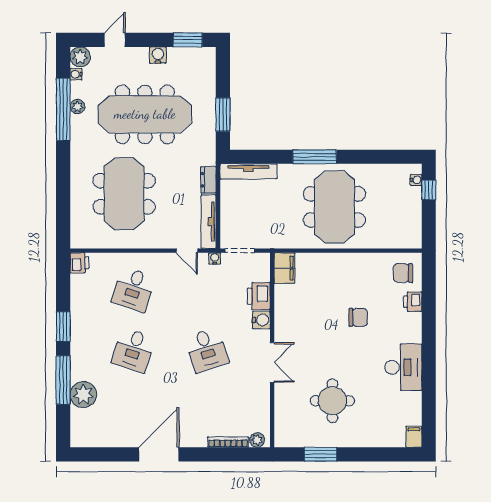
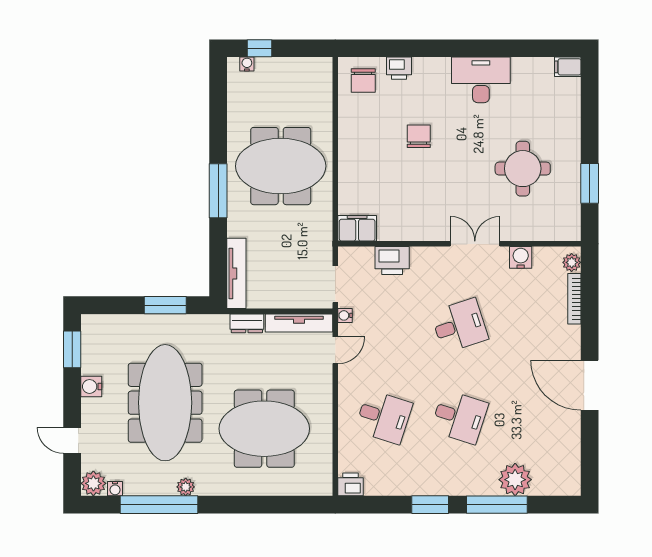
plant: (77, 106) -> (186, 487), moved
water cooler: (261, 320) -> (521, 257), moved

